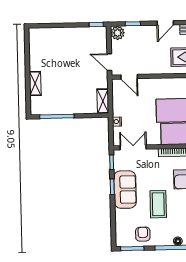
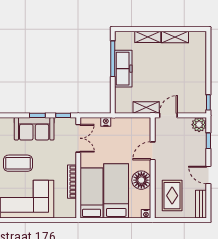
shelving: (35, 58) -> (175, 37), added
door: (129, 77) -> (153, 151), moved
floor lamp: (172, 87) -> (141, 180), added
shelving: (103, 101) -> (146, 107), moved
freezer: (66, 106) -> (123, 69), added

